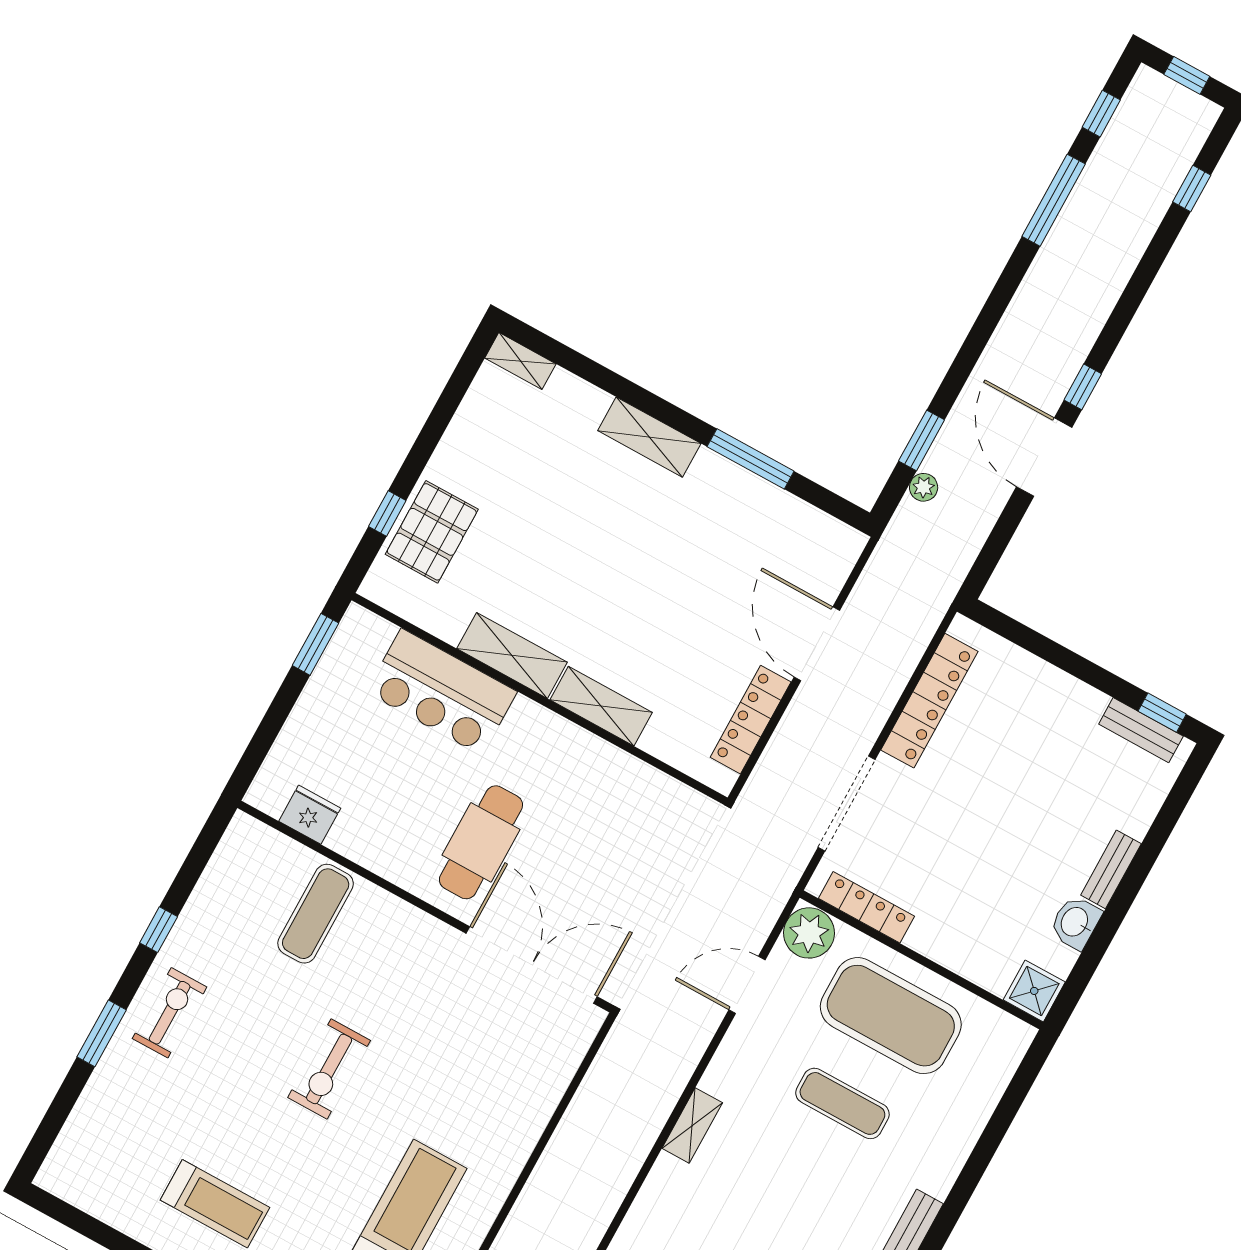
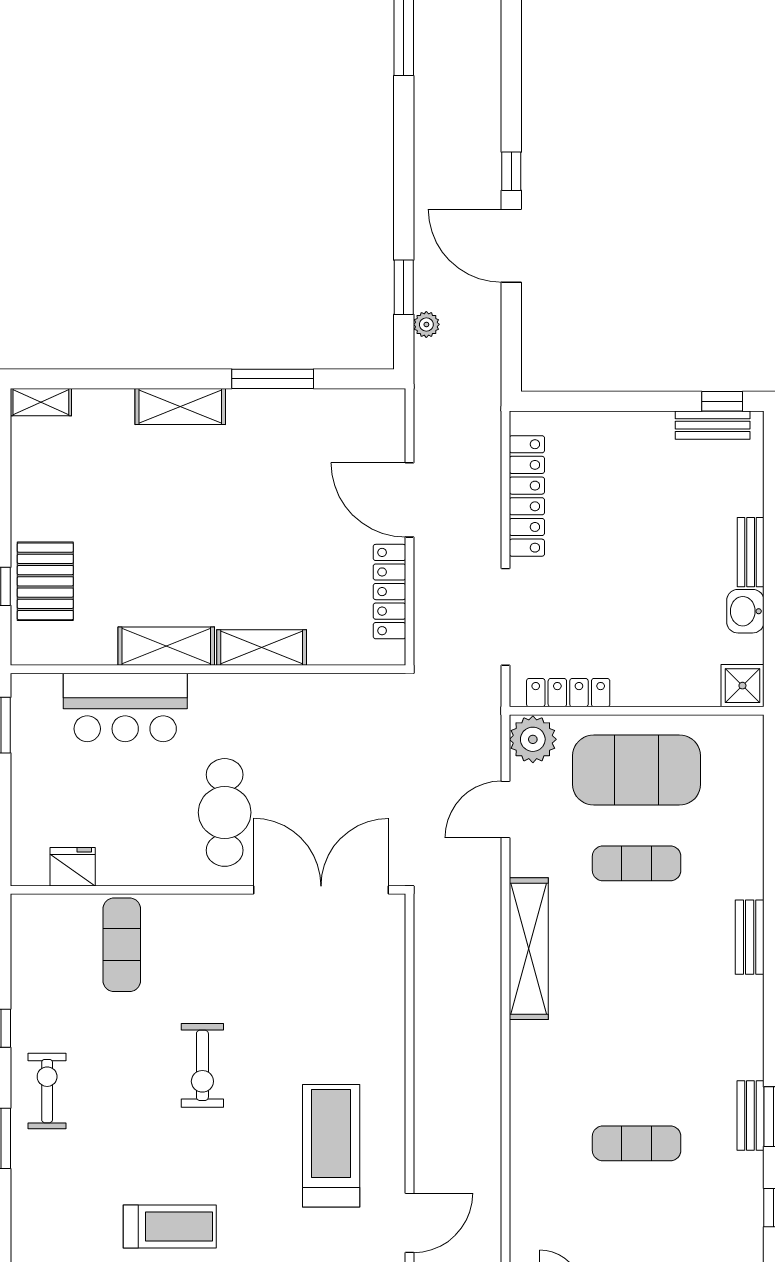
shelving: (692, 1125) -> (529, 949), width x2.20, depth x1.33

